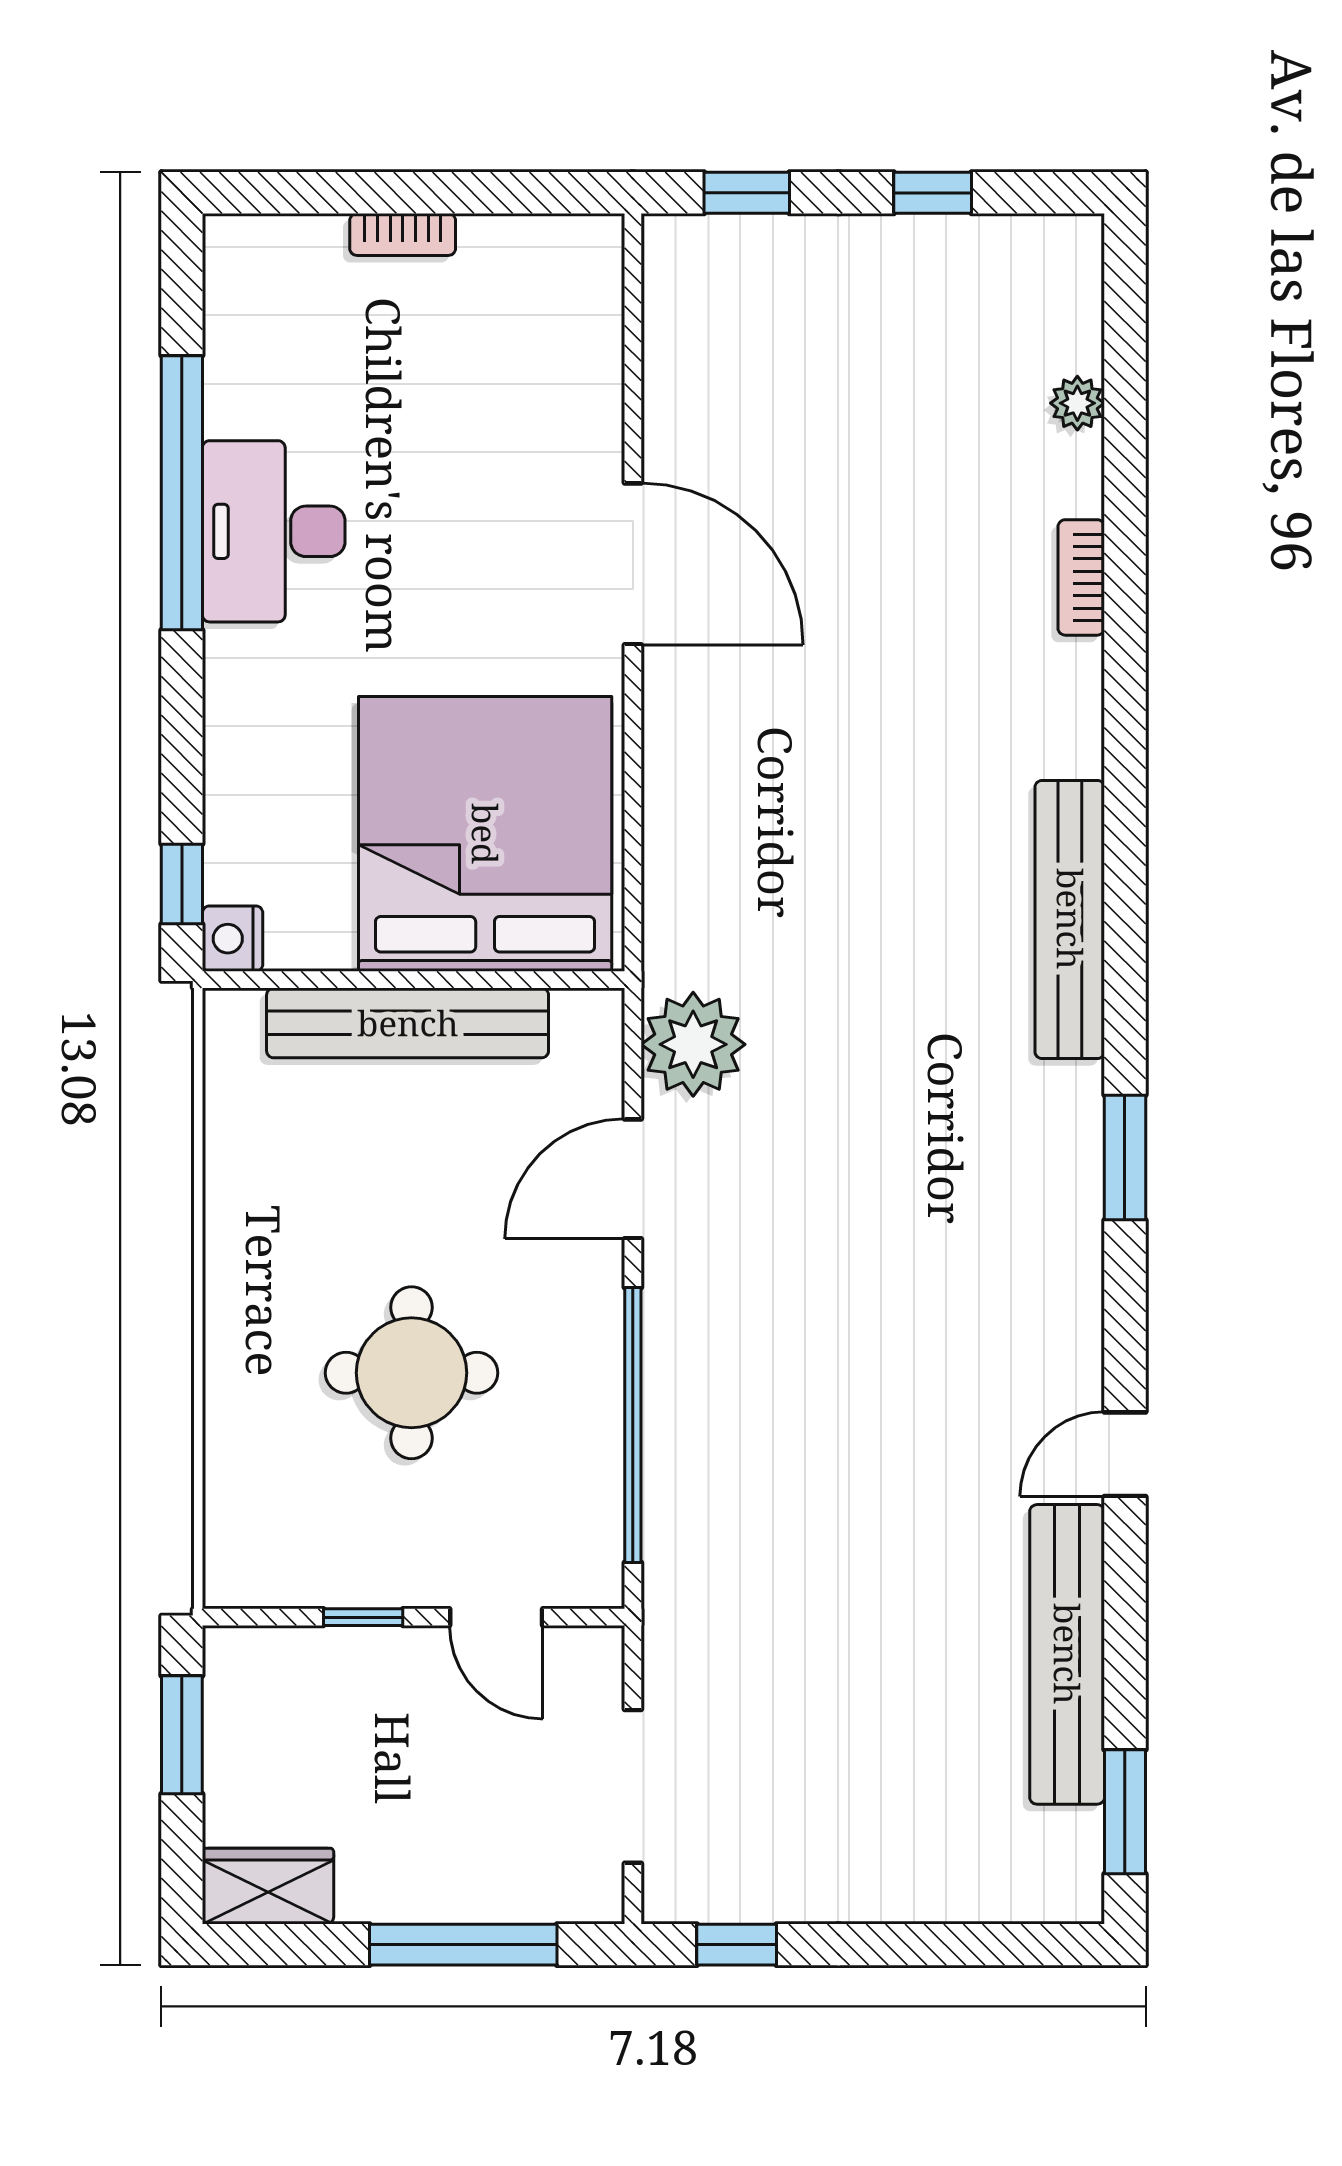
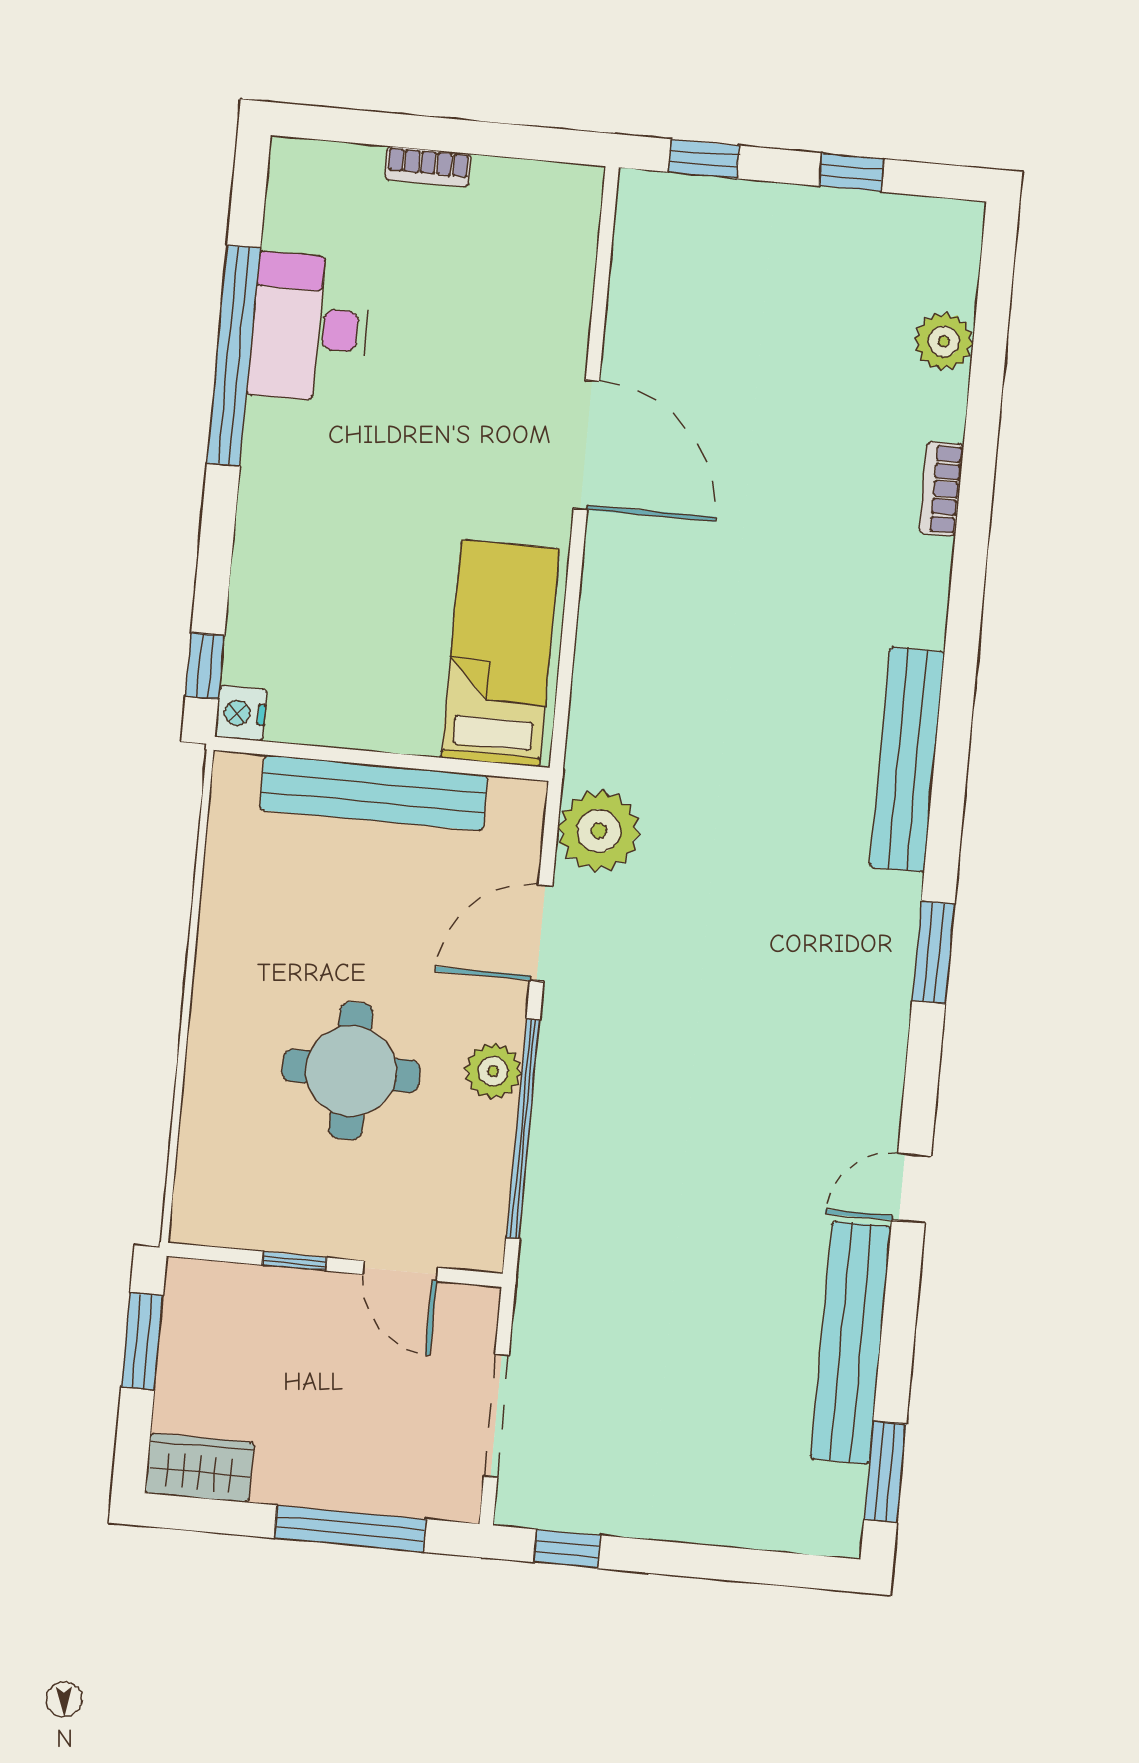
plant: (1077, 403) -> (944, 341), width x1.38, depth x1.38
desk: (274, 531) -> (310, 328), moved
bed: (485, 834) -> (500, 653), width x0.49
plant: (589, 1357) -> (493, 1071), added

